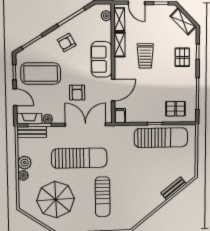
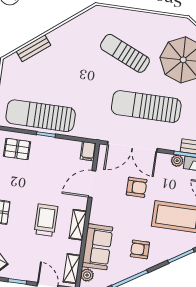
armchair: (67, 43) -> (140, 249), turned -151
shelving: (120, 45) -> (78, 225), moved
sofa: (101, 59) -> (97, 247), moved
armchair: (77, 93) -> (137, 187), turned 90
sun lounger: (103, 197) -> (125, 53), turned -66

